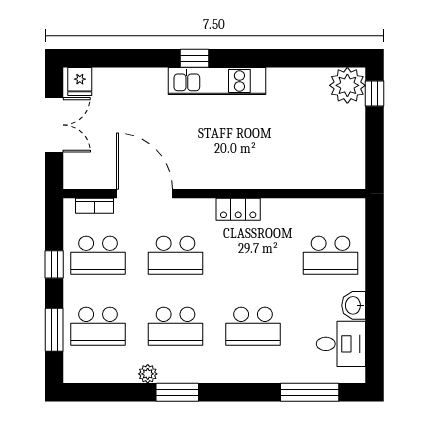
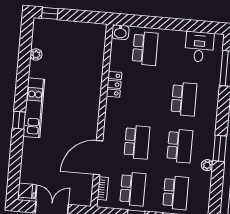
plant: (347, 85) -> (36, 54), moved, width x0.53, depth x0.53
locker: (238, 209) -> (114, 84), moved
washbasin: (354, 305) -> (120, 32), moved

